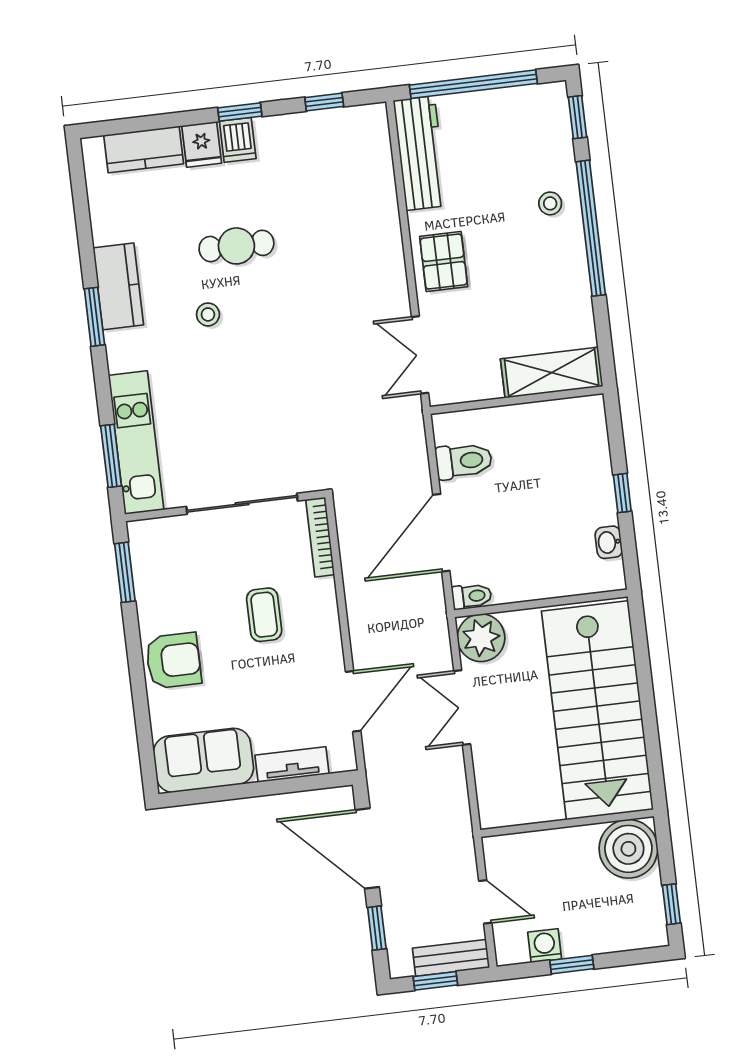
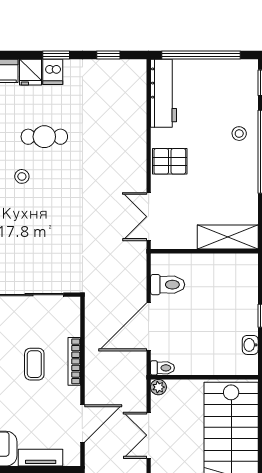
pallet: (444, 262) -> (170, 161), turned 90
bookcase: (320, 537) -> (74, 361), moved
plant: (481, 638) -> (158, 387), width x0.53, depth x0.53

